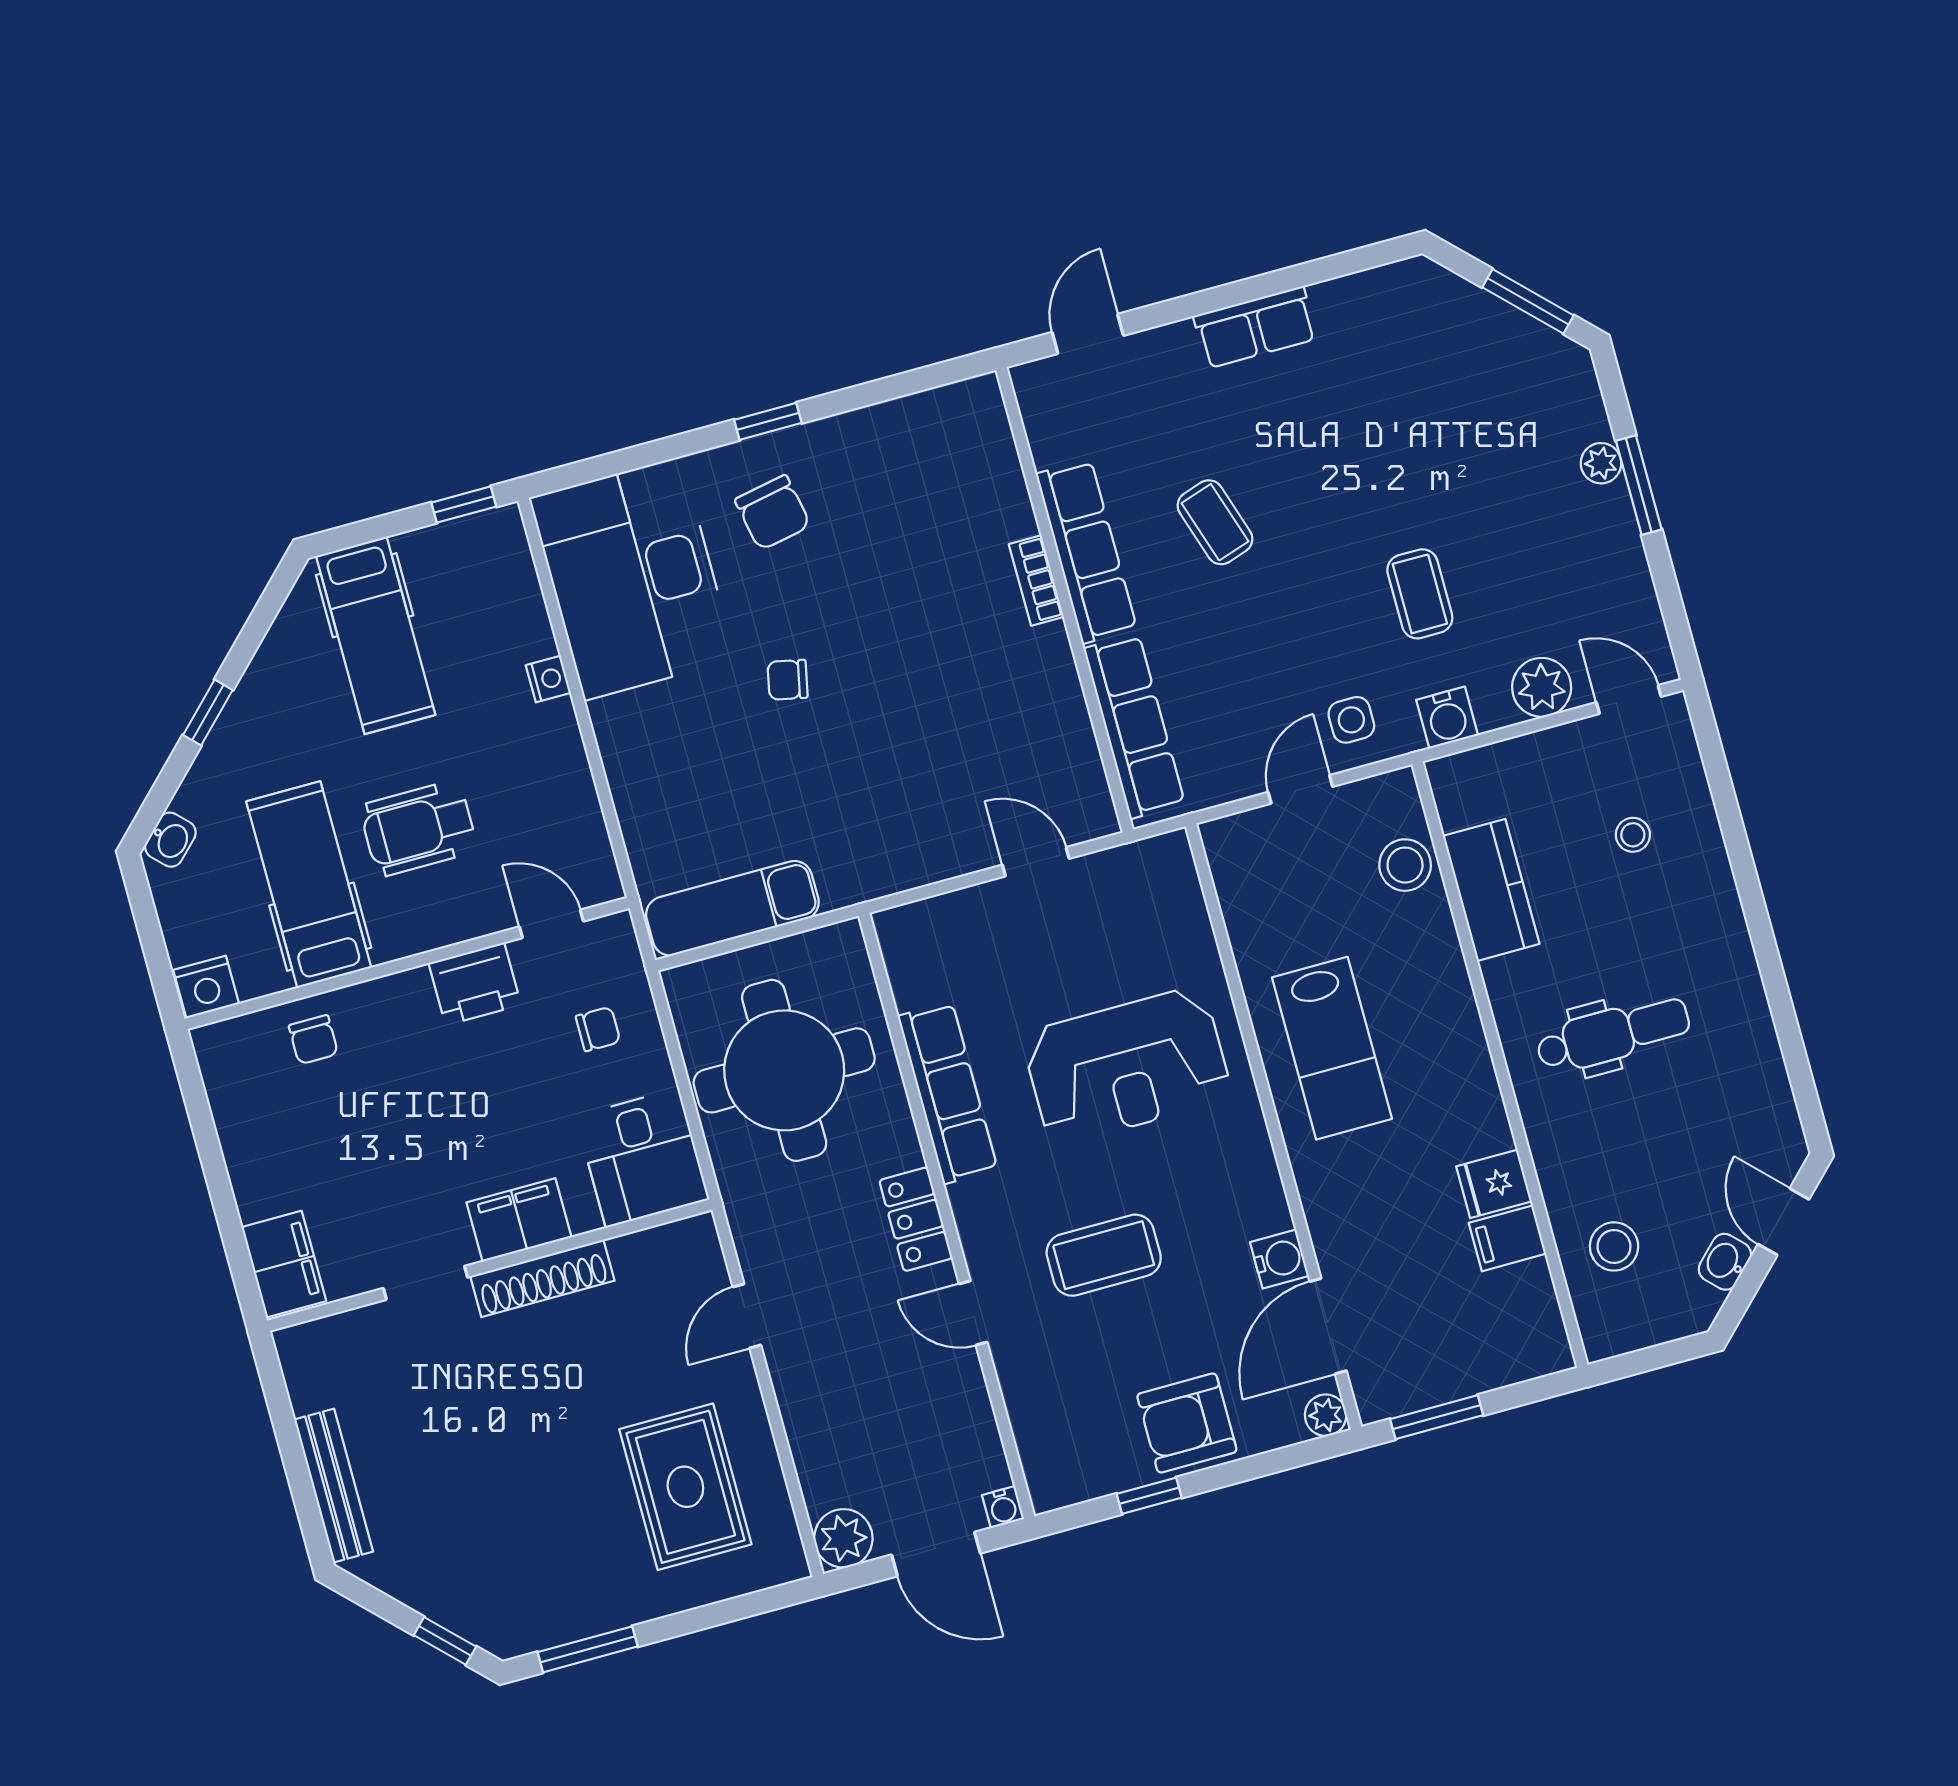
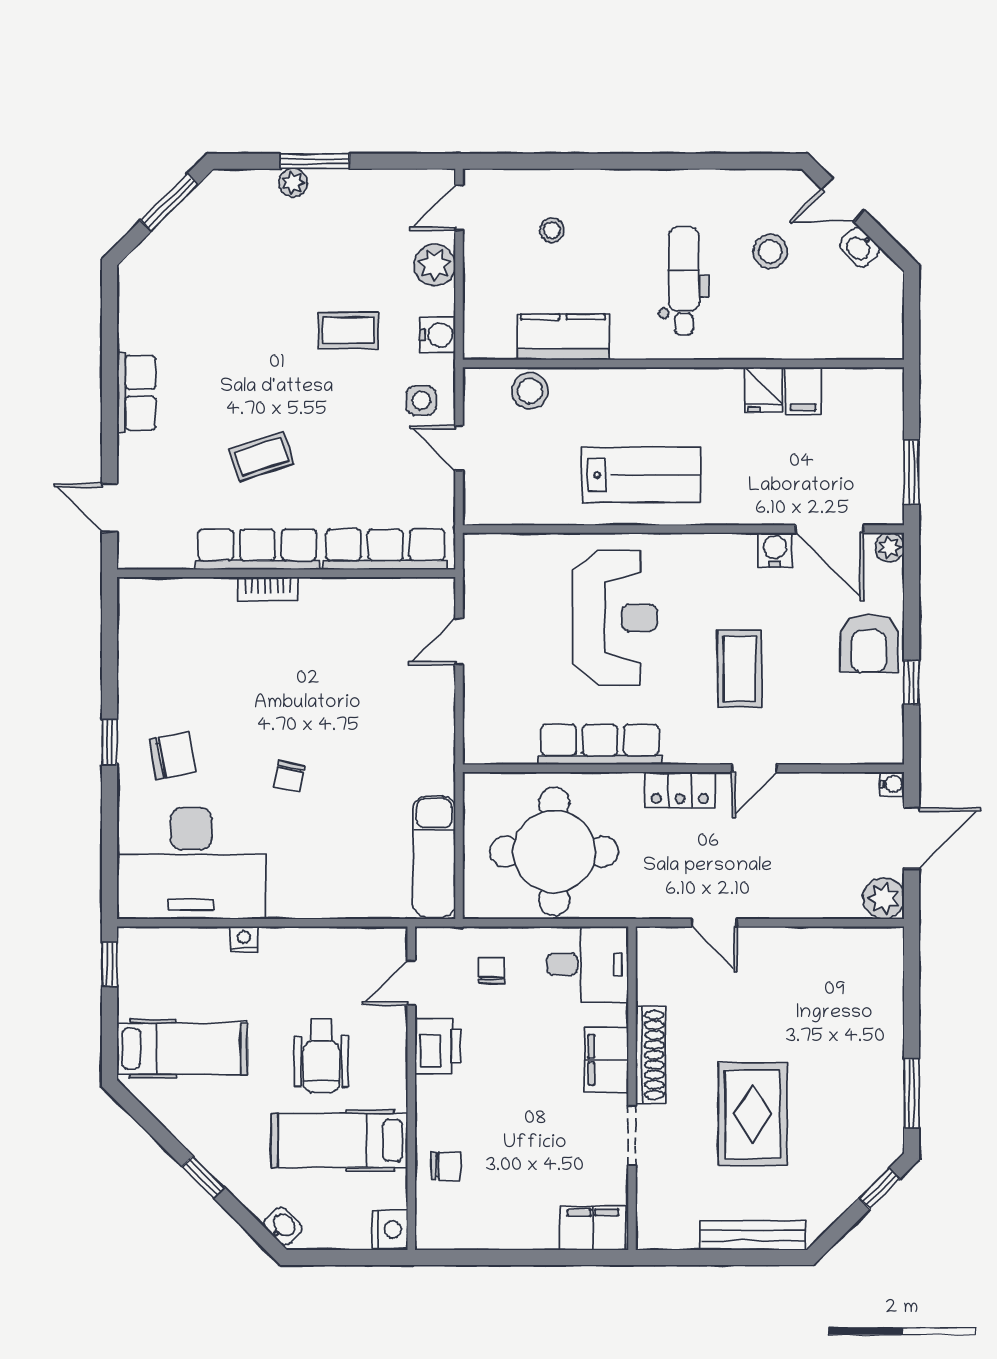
stool: (1614, 1246) -> (770, 251), moved
rug: (685, 1487) -> (753, 1114), moved, turned 90

